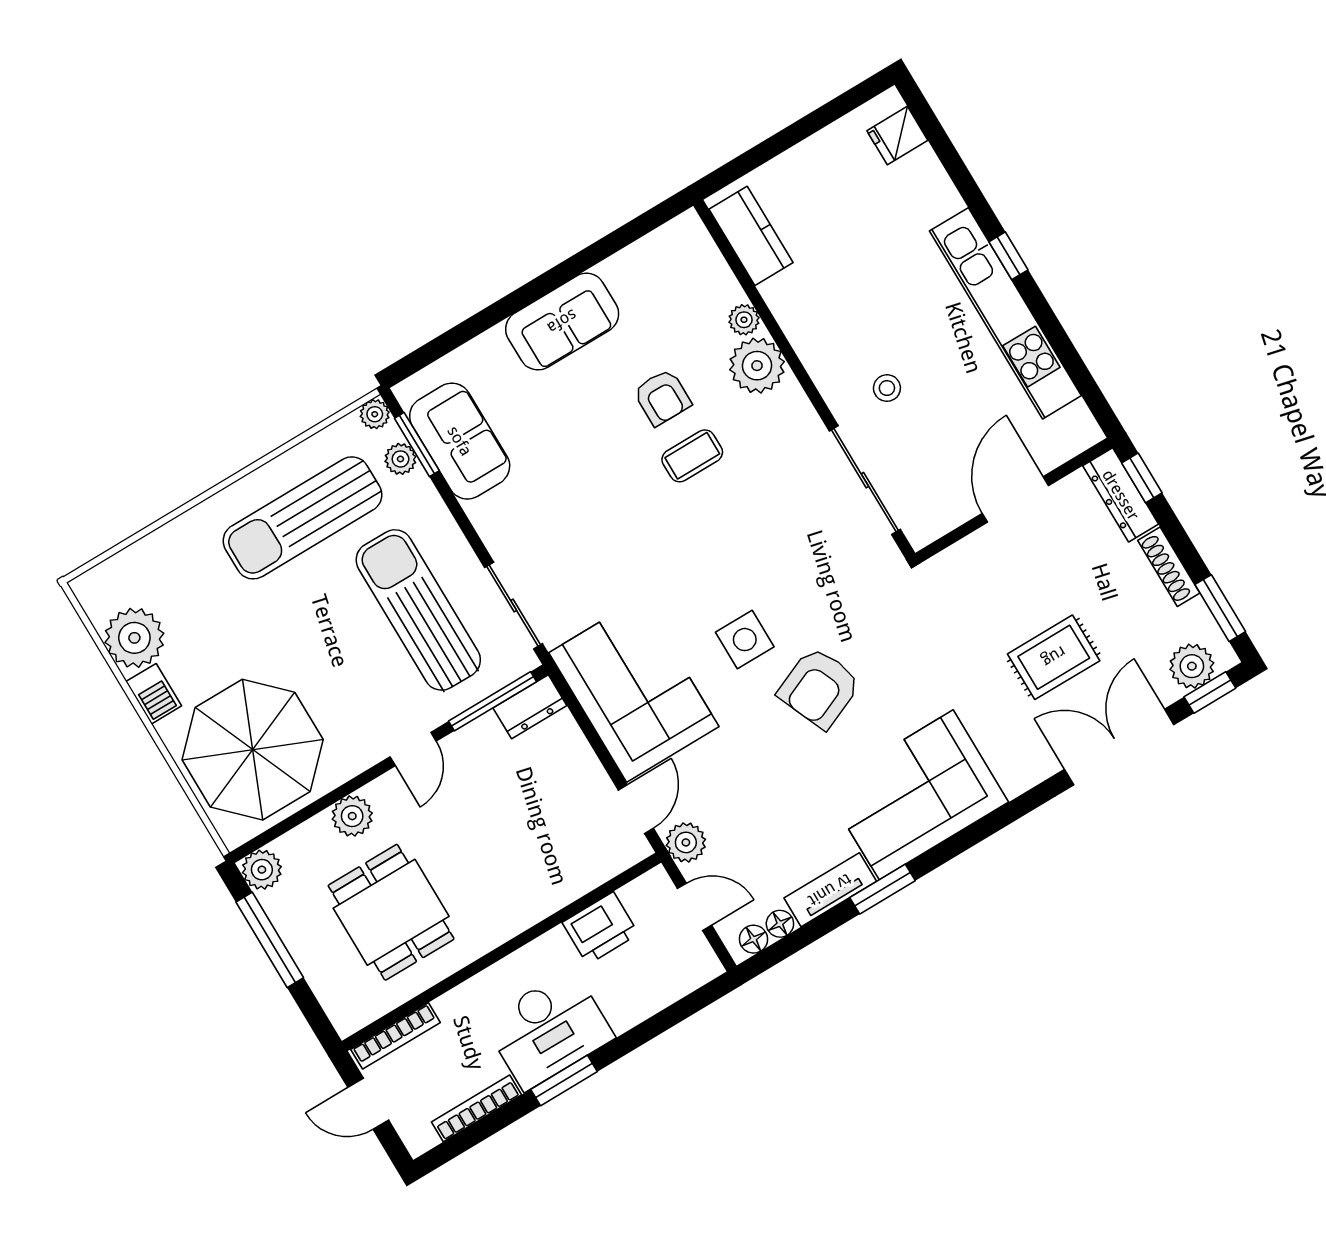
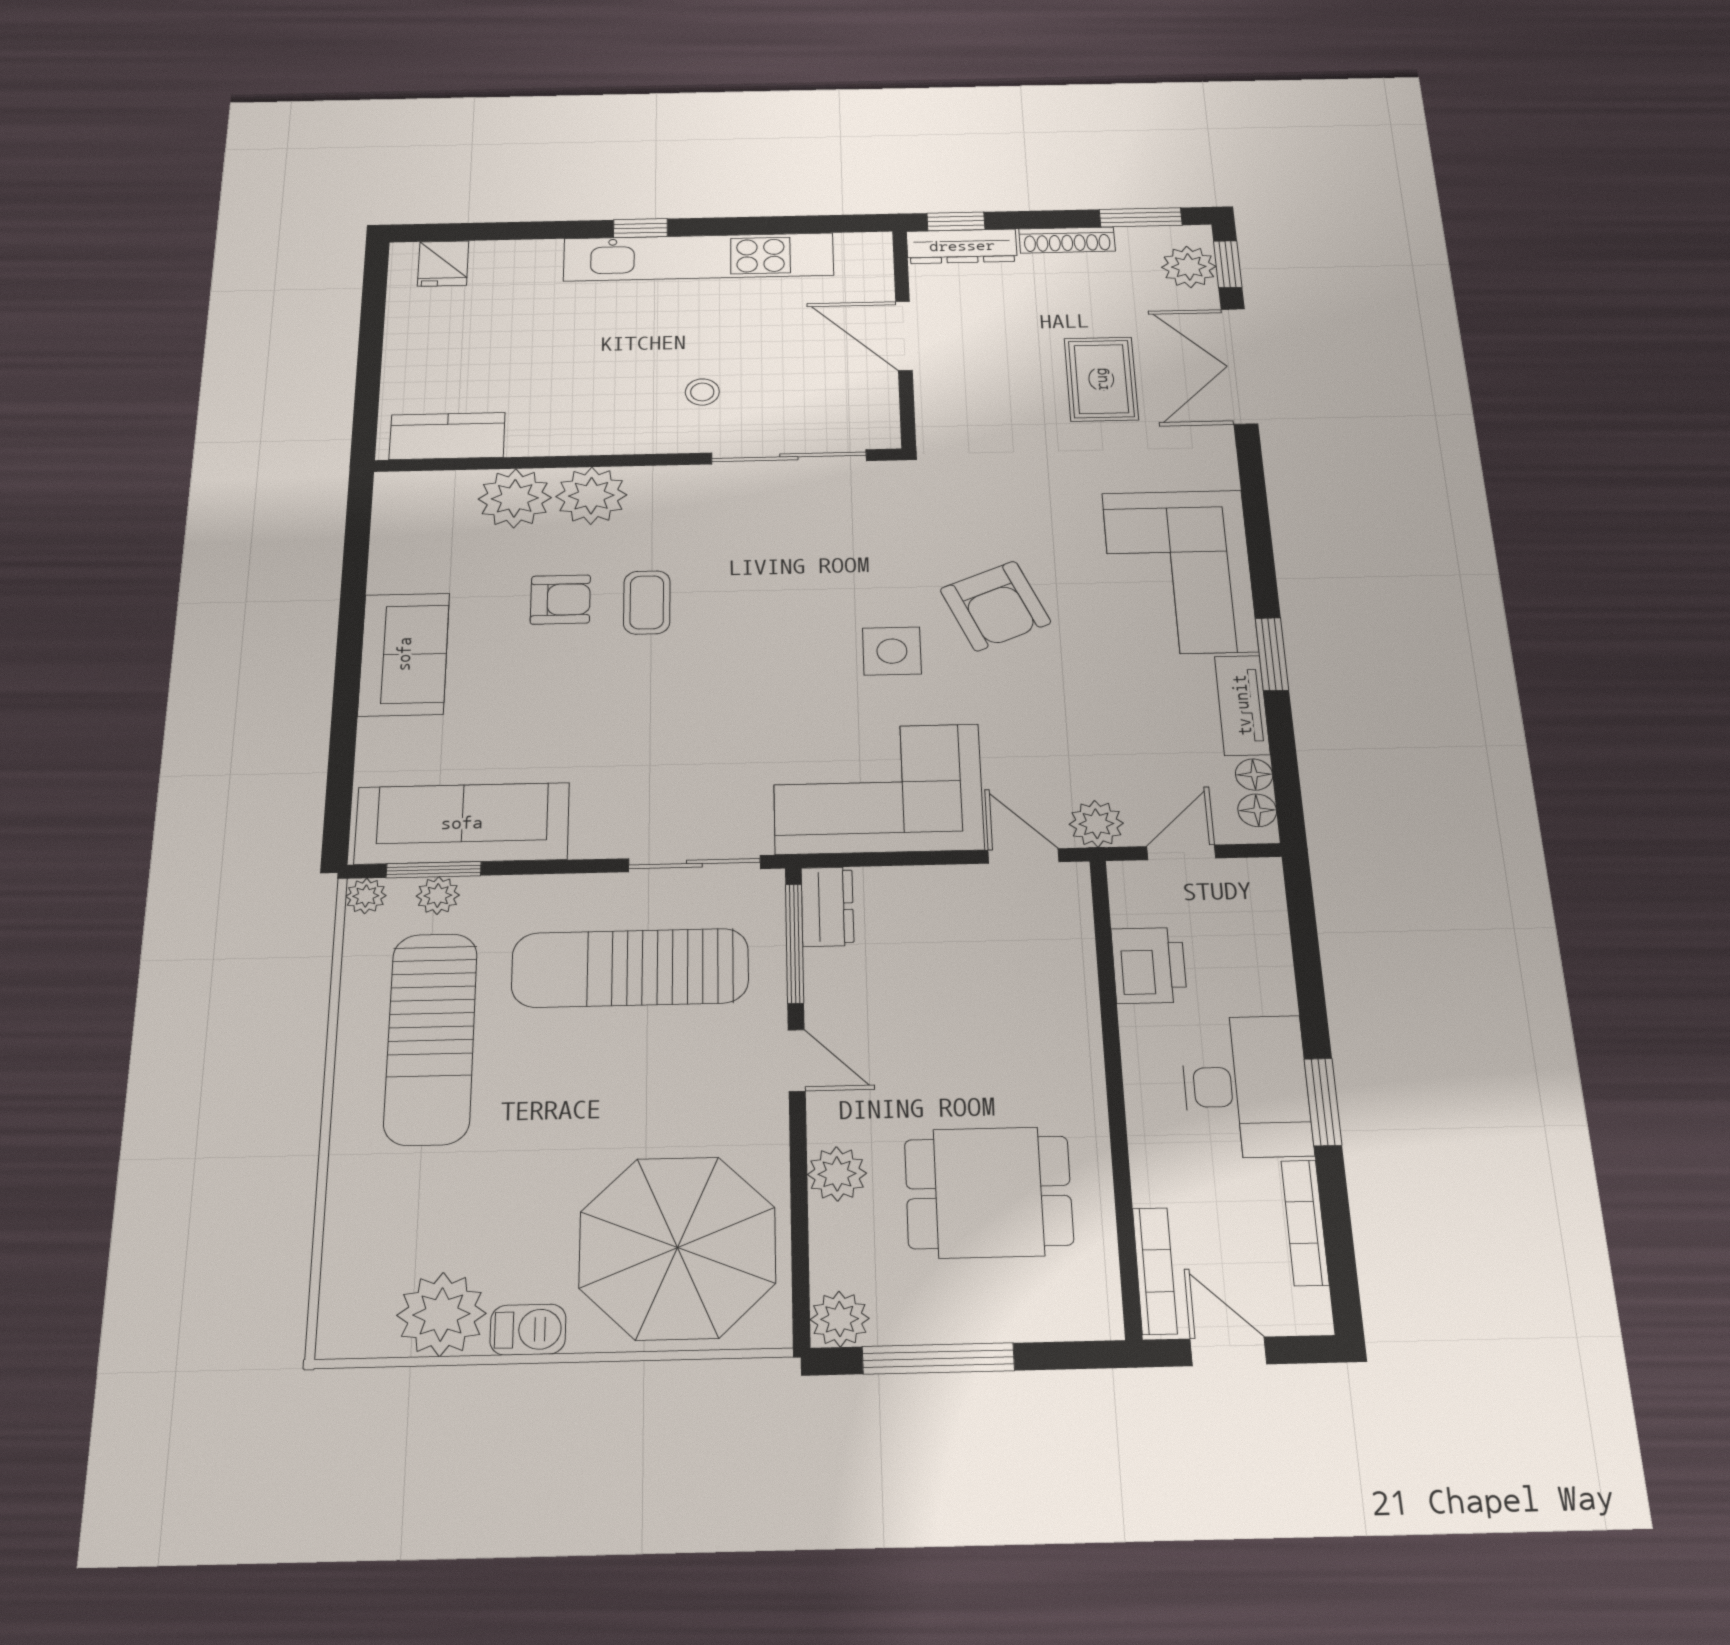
plant: (744, 320) -> (515, 498), width x1.88, depth x1.88
sofa: (460, 441) -> (462, 823), width x1.36
door: (368, 1104) -> (1228, 1351), swing flipped

